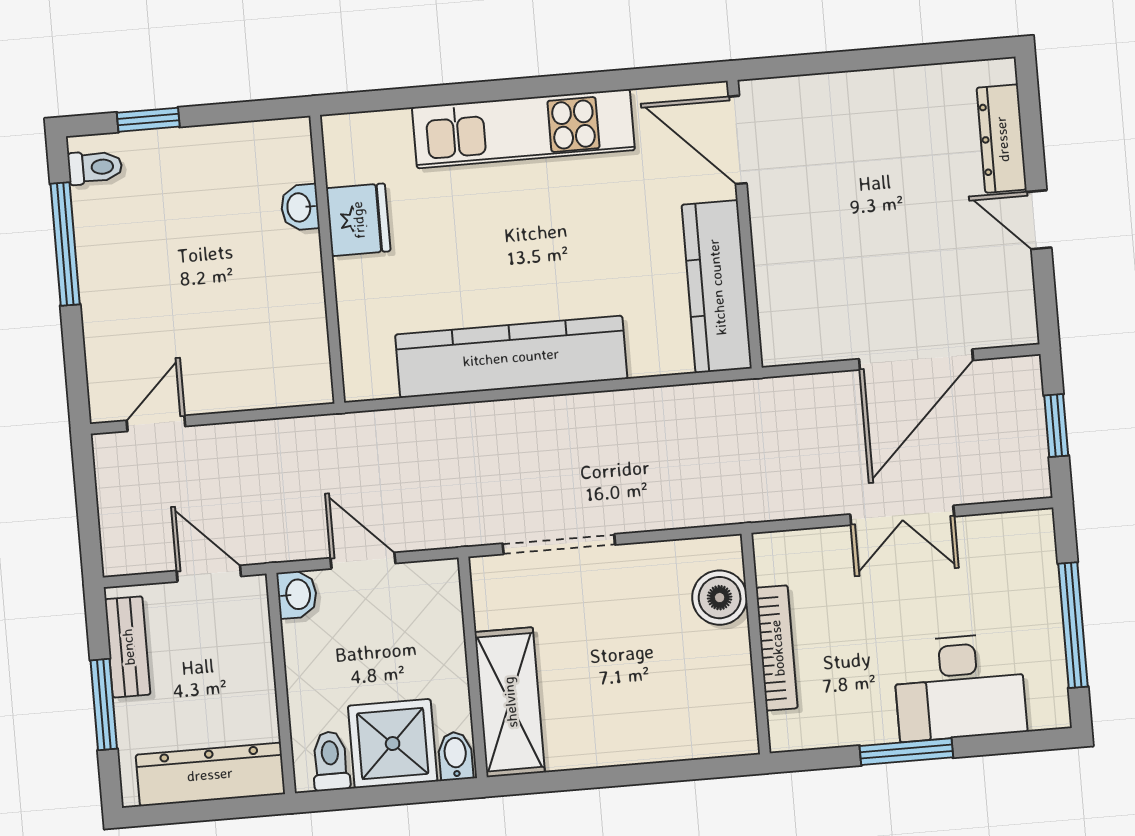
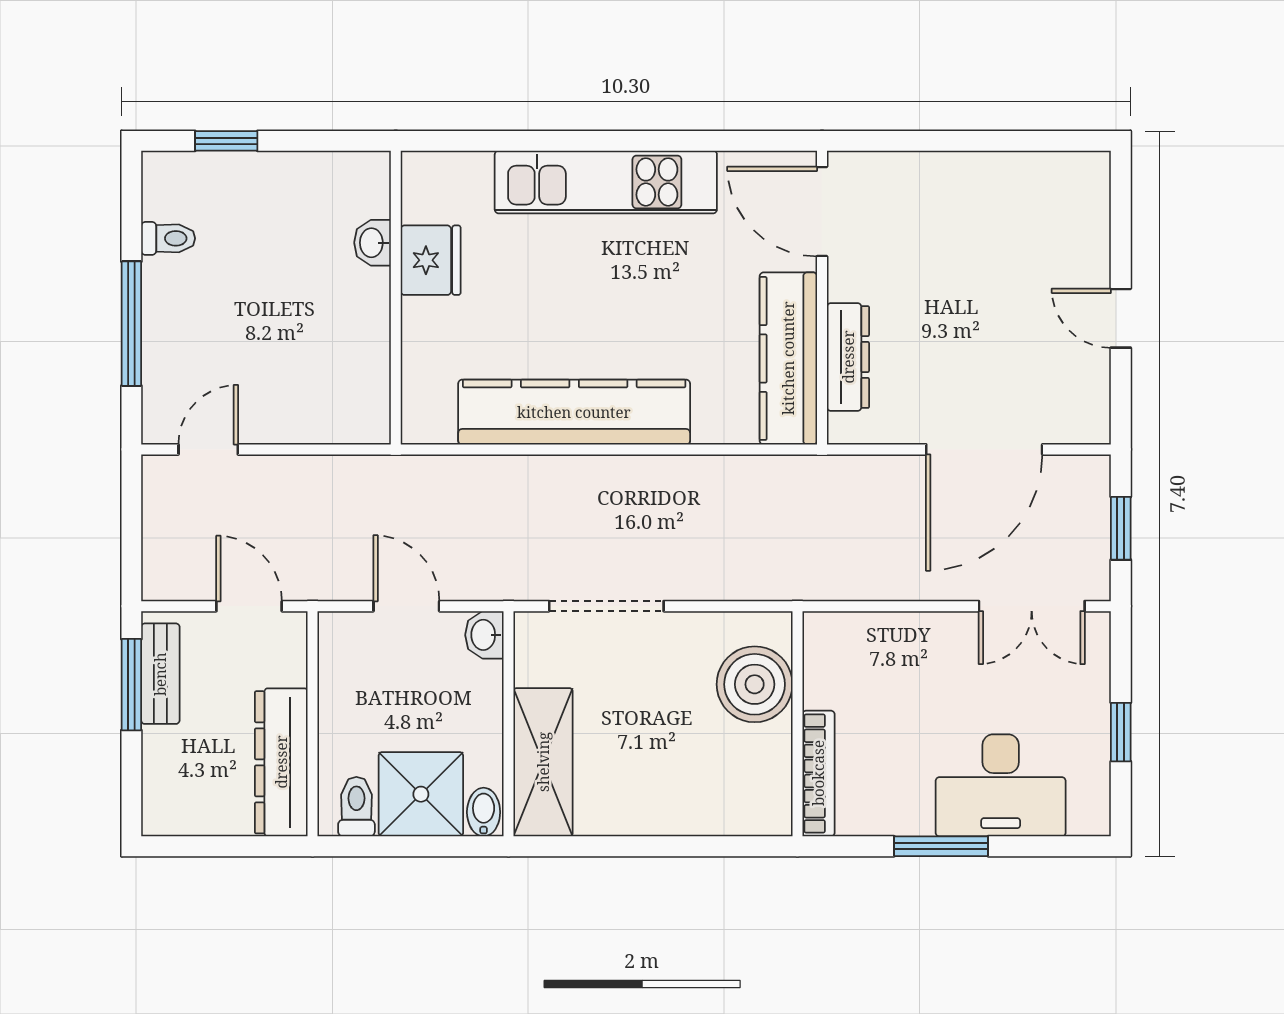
dresser: (1002, 139) -> (848, 357), moved, turned 180
toilet: (95, 167) -> (168, 238), moved
window: (65, 244) -> (131, 324), moved
double door: (902, 515) -> (1032, 606), moved
washbasin: (297, 594) -> (484, 635), moved, turned 180
boiler: (720, 598) -> (755, 684), width x1.37, depth x1.37
window: (1073, 625) -> (1121, 732), width x0.46
bookcase: (777, 648) -> (818, 773), moved
window: (104, 705) -> (131, 685), moved
dresser: (210, 774) -> (281, 762), moved, turned -90

